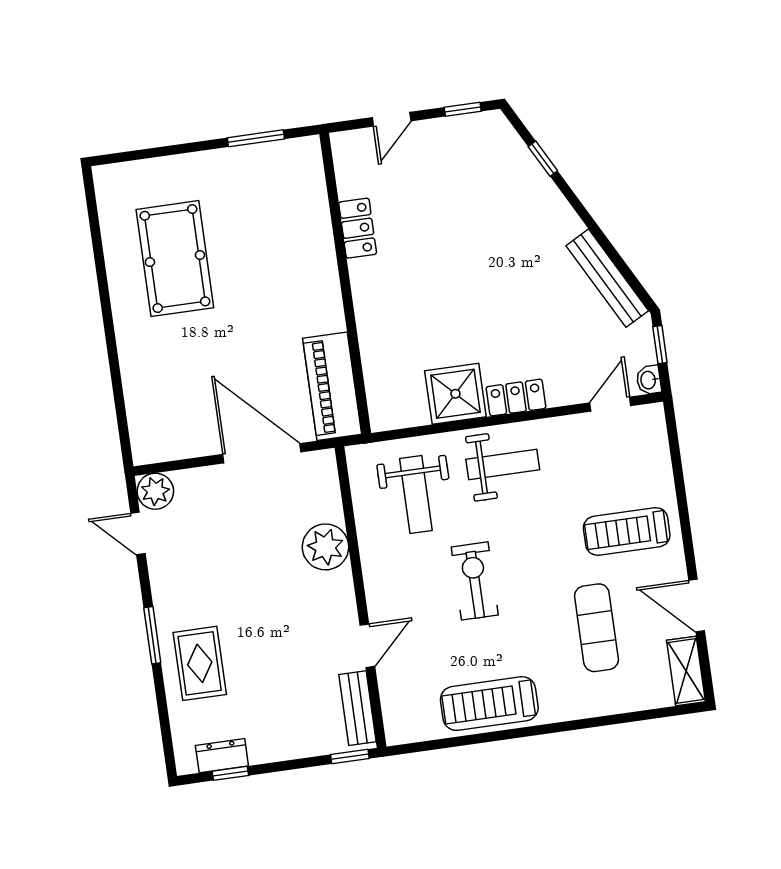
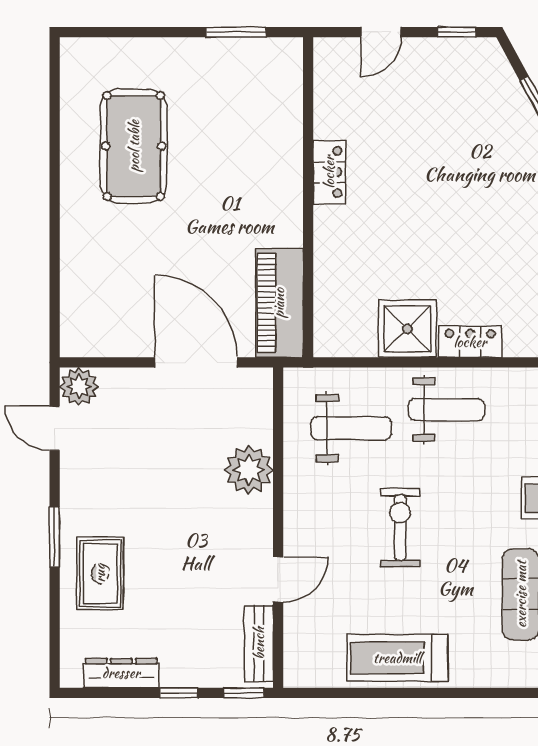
locker: (358, 228) -> (329, 172), moved
weight bench: (416, 494) -> (351, 428), turned -90
dresser: (222, 756) -> (121, 673), width x1.44
window: (230, 773) -> (179, 693), moved

